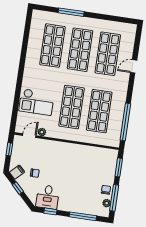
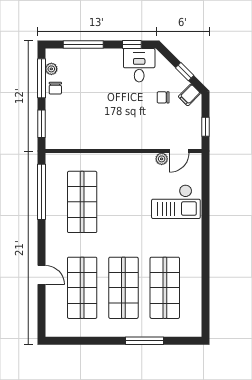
door: (134, 66) -> (41, 275), hinge flipped
checkout: (37, 102) -> (176, 202), turned 180
shop shelf: (72, 107) -> (123, 202), removed

